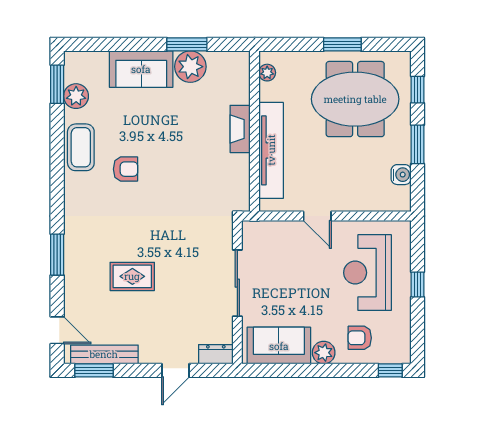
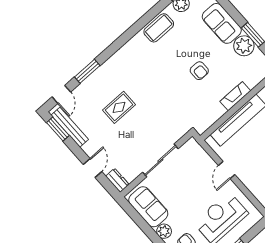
armchair: (126, 169) -> (199, 71), moved
window: (57, 255) -> (87, 71), moved
rug: (132, 276) -> (119, 107), turned 90
door: (175, 370) -> (92, 168), swing flipped

